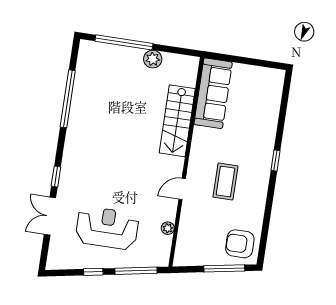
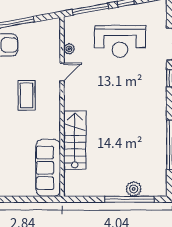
plant: (153, 59) -> (134, 189), moved
door: (182, 189) -> (62, 72), moved

